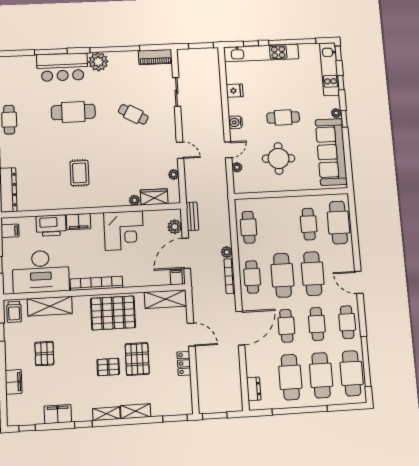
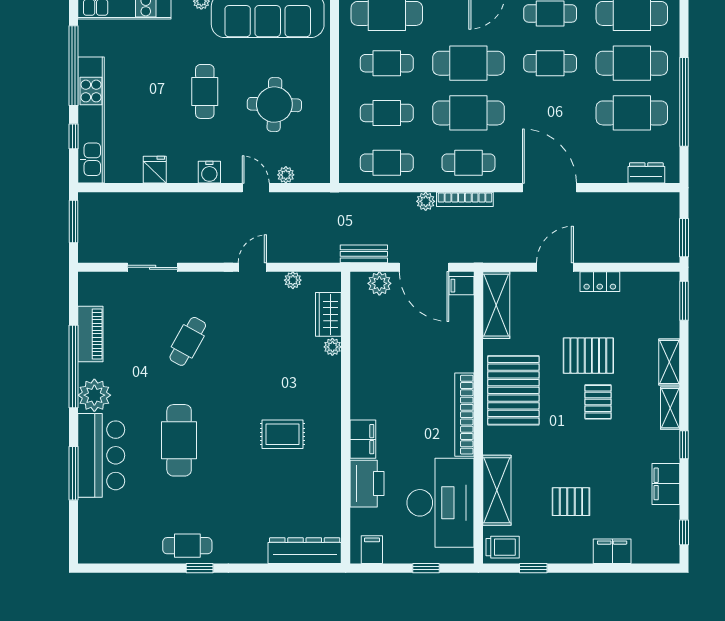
piano: (155, 57) -> (90, 334), moved
corner desk: (124, 230) -> (381, 367), removed
cafe table: (286, 326) -> (387, 113), moved

